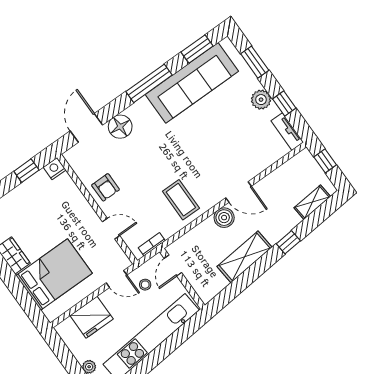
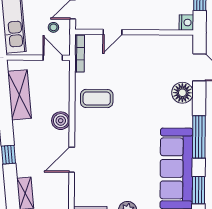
armchair: (106, 187) -> (146, 50), removed
door: (238, 192) -> (72, 160), moved
bookcase: (152, 244) -> (79, 54), width x1.56
shelving: (245, 257) -> (19, 95), moved

